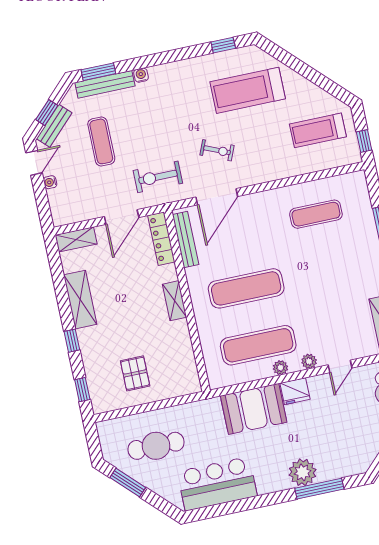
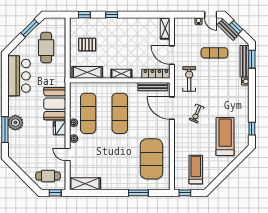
exercise mat: (316, 214) -> (151, 159), width x2.00, depth x1.45
shelving: (80, 300) -> (87, 72), moved

